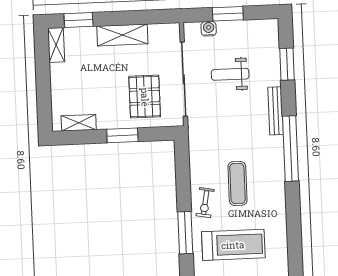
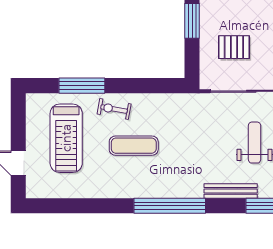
pallet: (145, 97) -> (234, 47), width x0.67, depth x0.71
bench: (276, 111) -> (231, 191), moved

